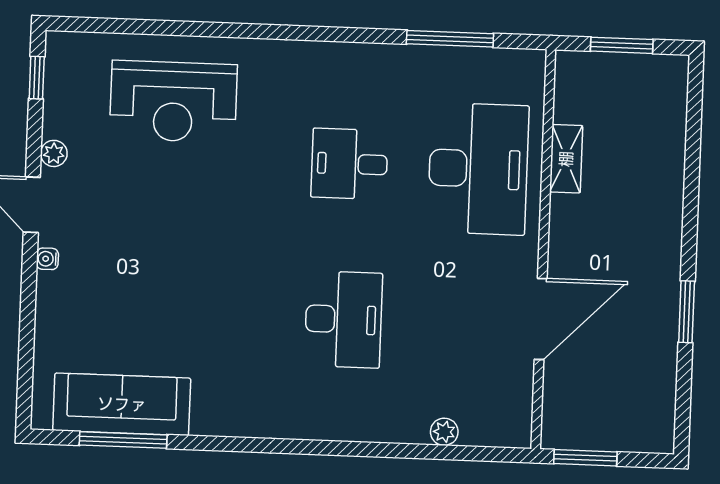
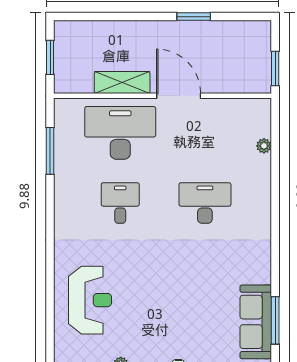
shelving: (566, 159) -> (122, 82), width x1.50, depth x1.33
desk: (349, 164) -> (120, 203), turned 180
door: (541, 319) -> (179, 96), moved

